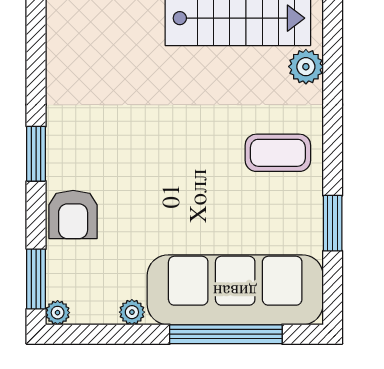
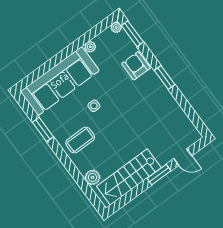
side table: (206, 198) -> (94, 106), added
window: (226, 334) -> (52, 63), removed

